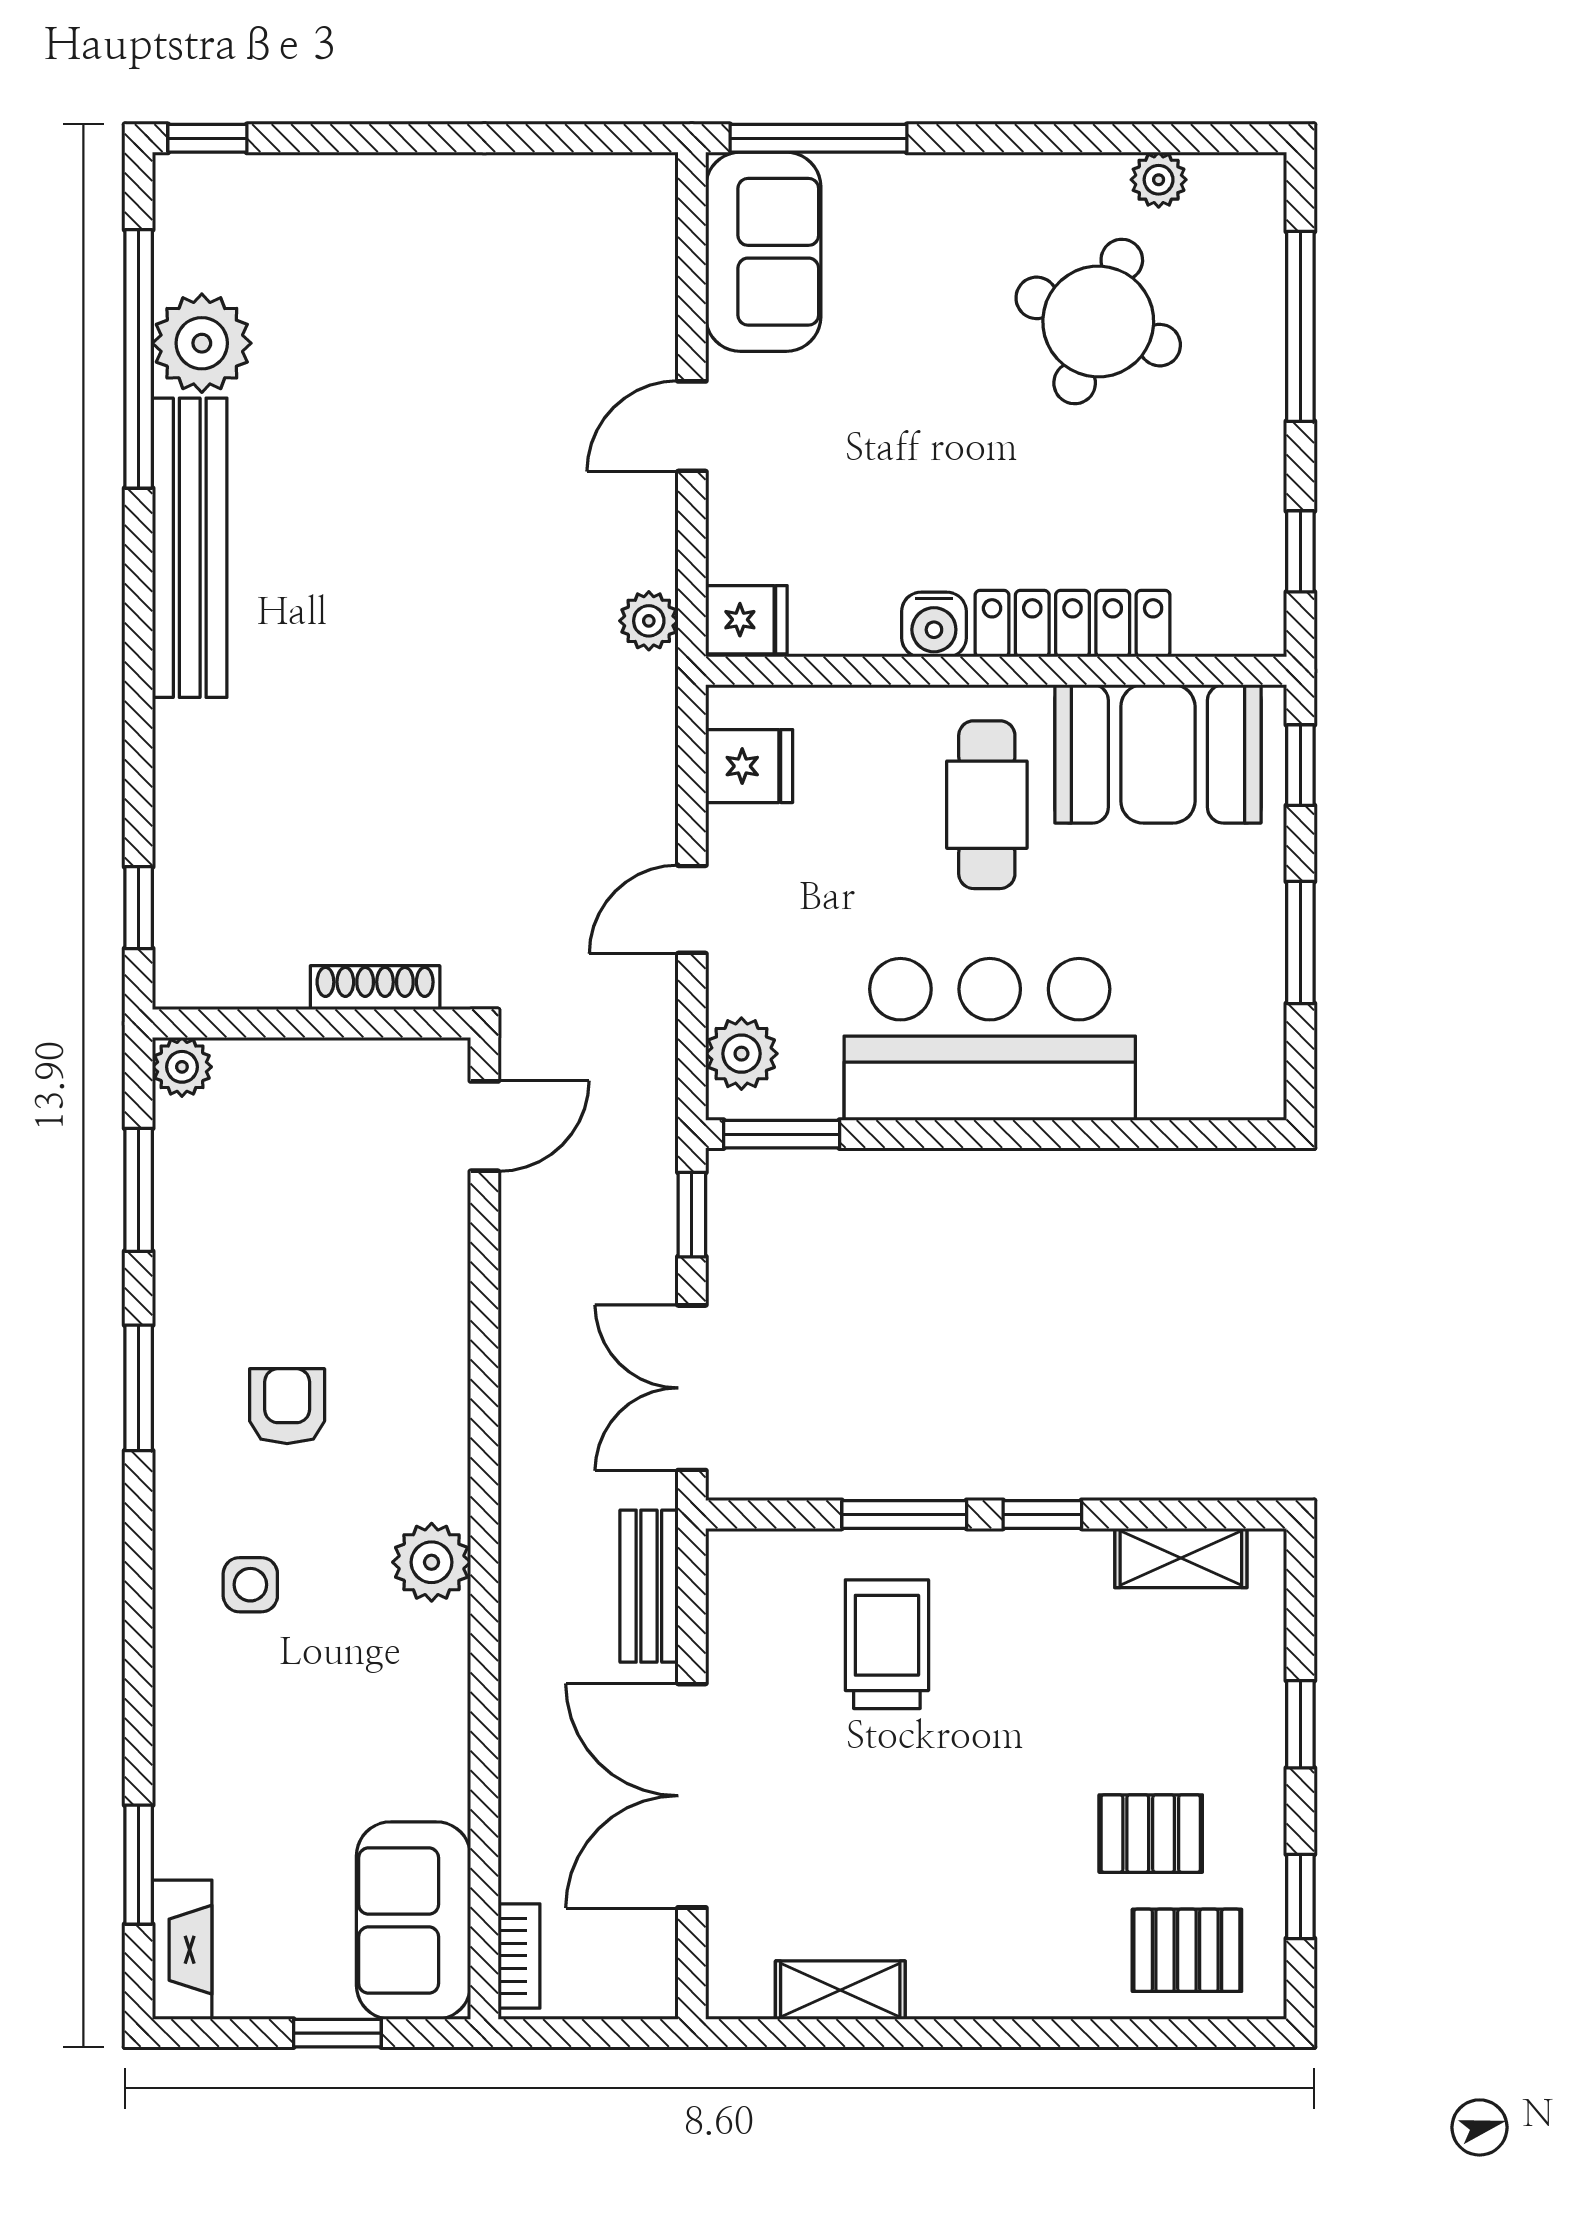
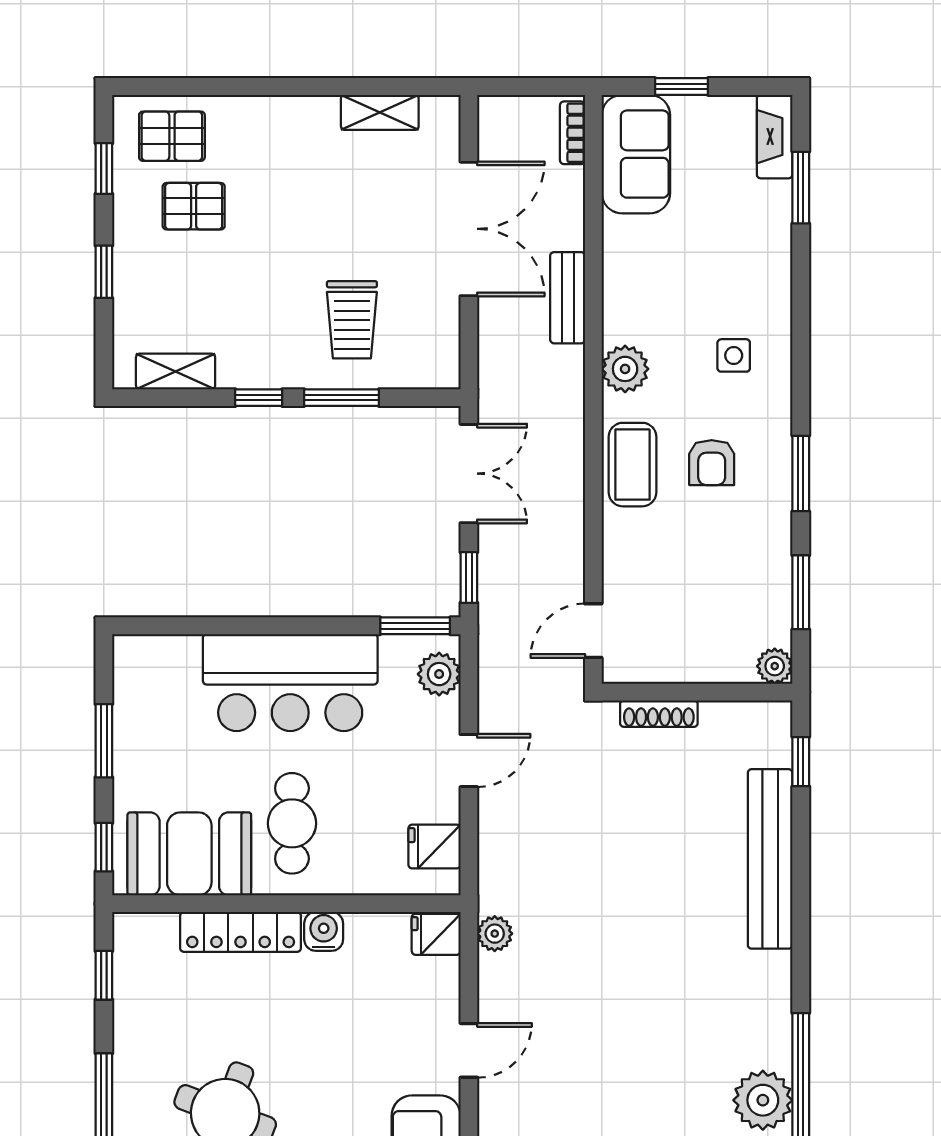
bench: (190, 548) -> (770, 859), moved
coffee table: (419, 1403) -> (633, 465), added
bench: (649, 1586) -> (568, 298), moved

